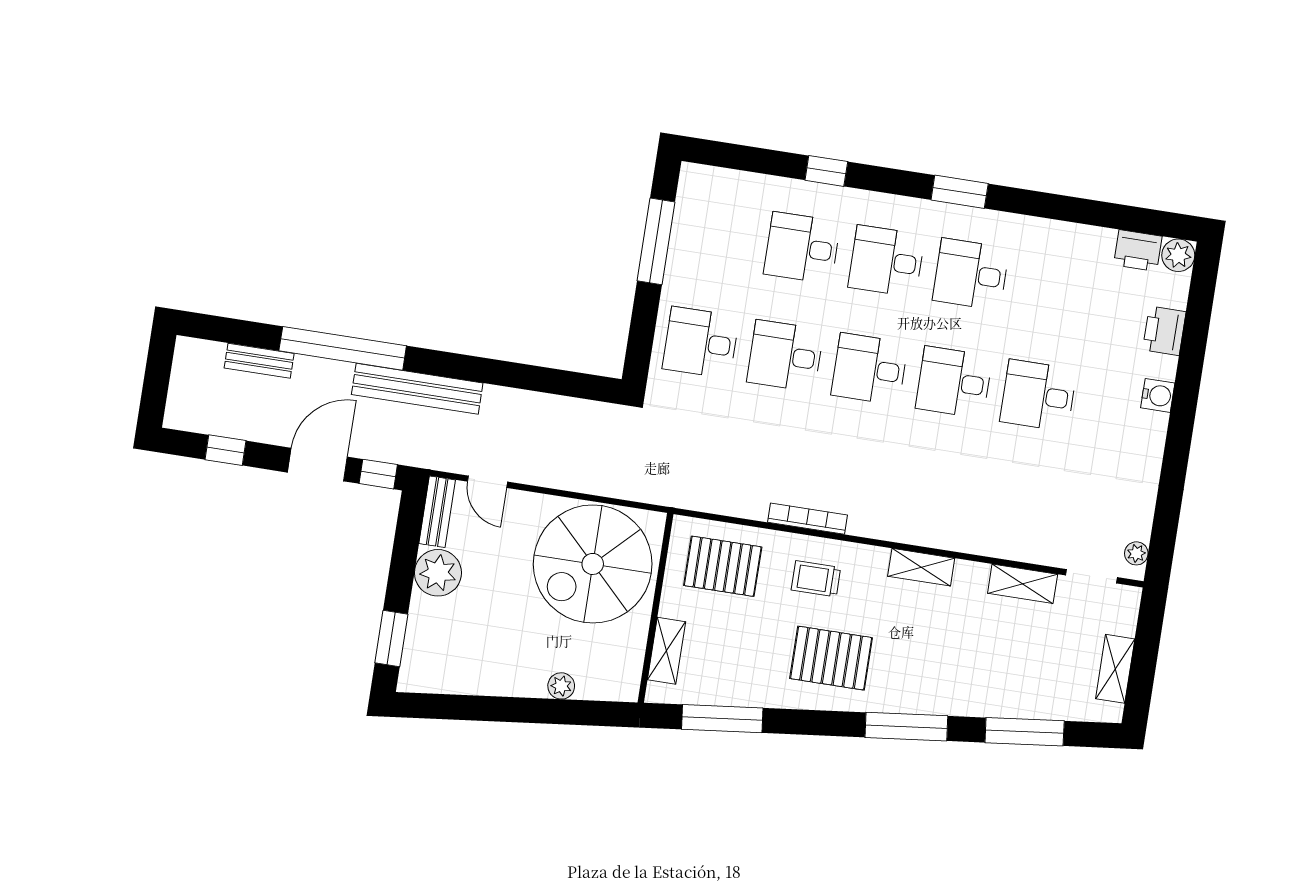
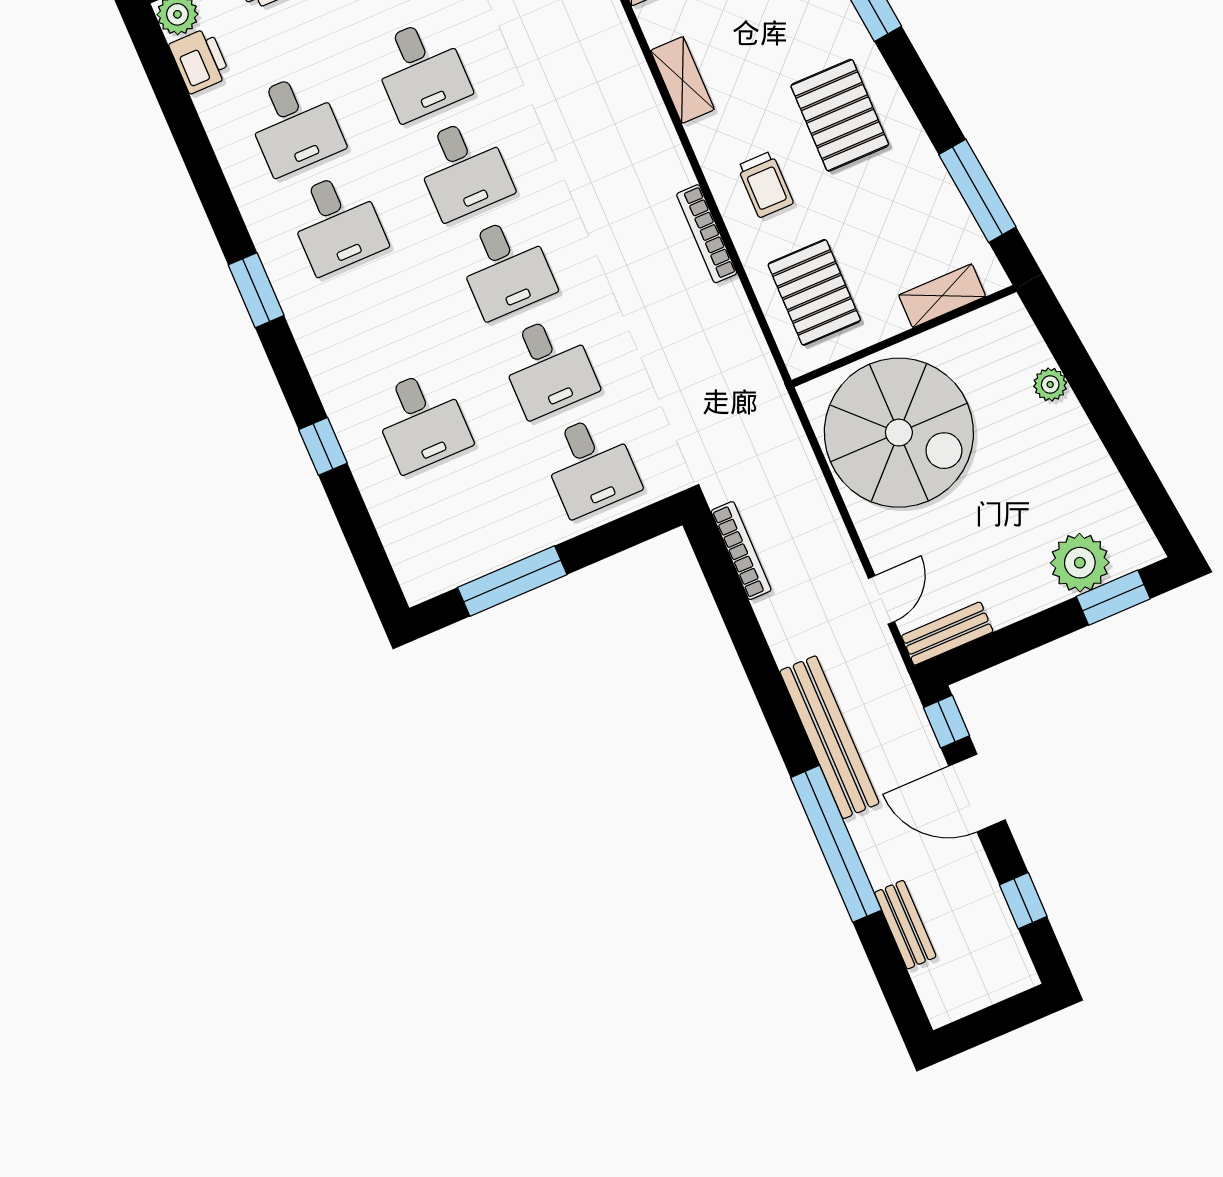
desk: (887, 261) -> (294, 124), moved
bookcase: (580, 408) -> (741, 551), added
plant: (438, 573) -> (1080, 563), moved

